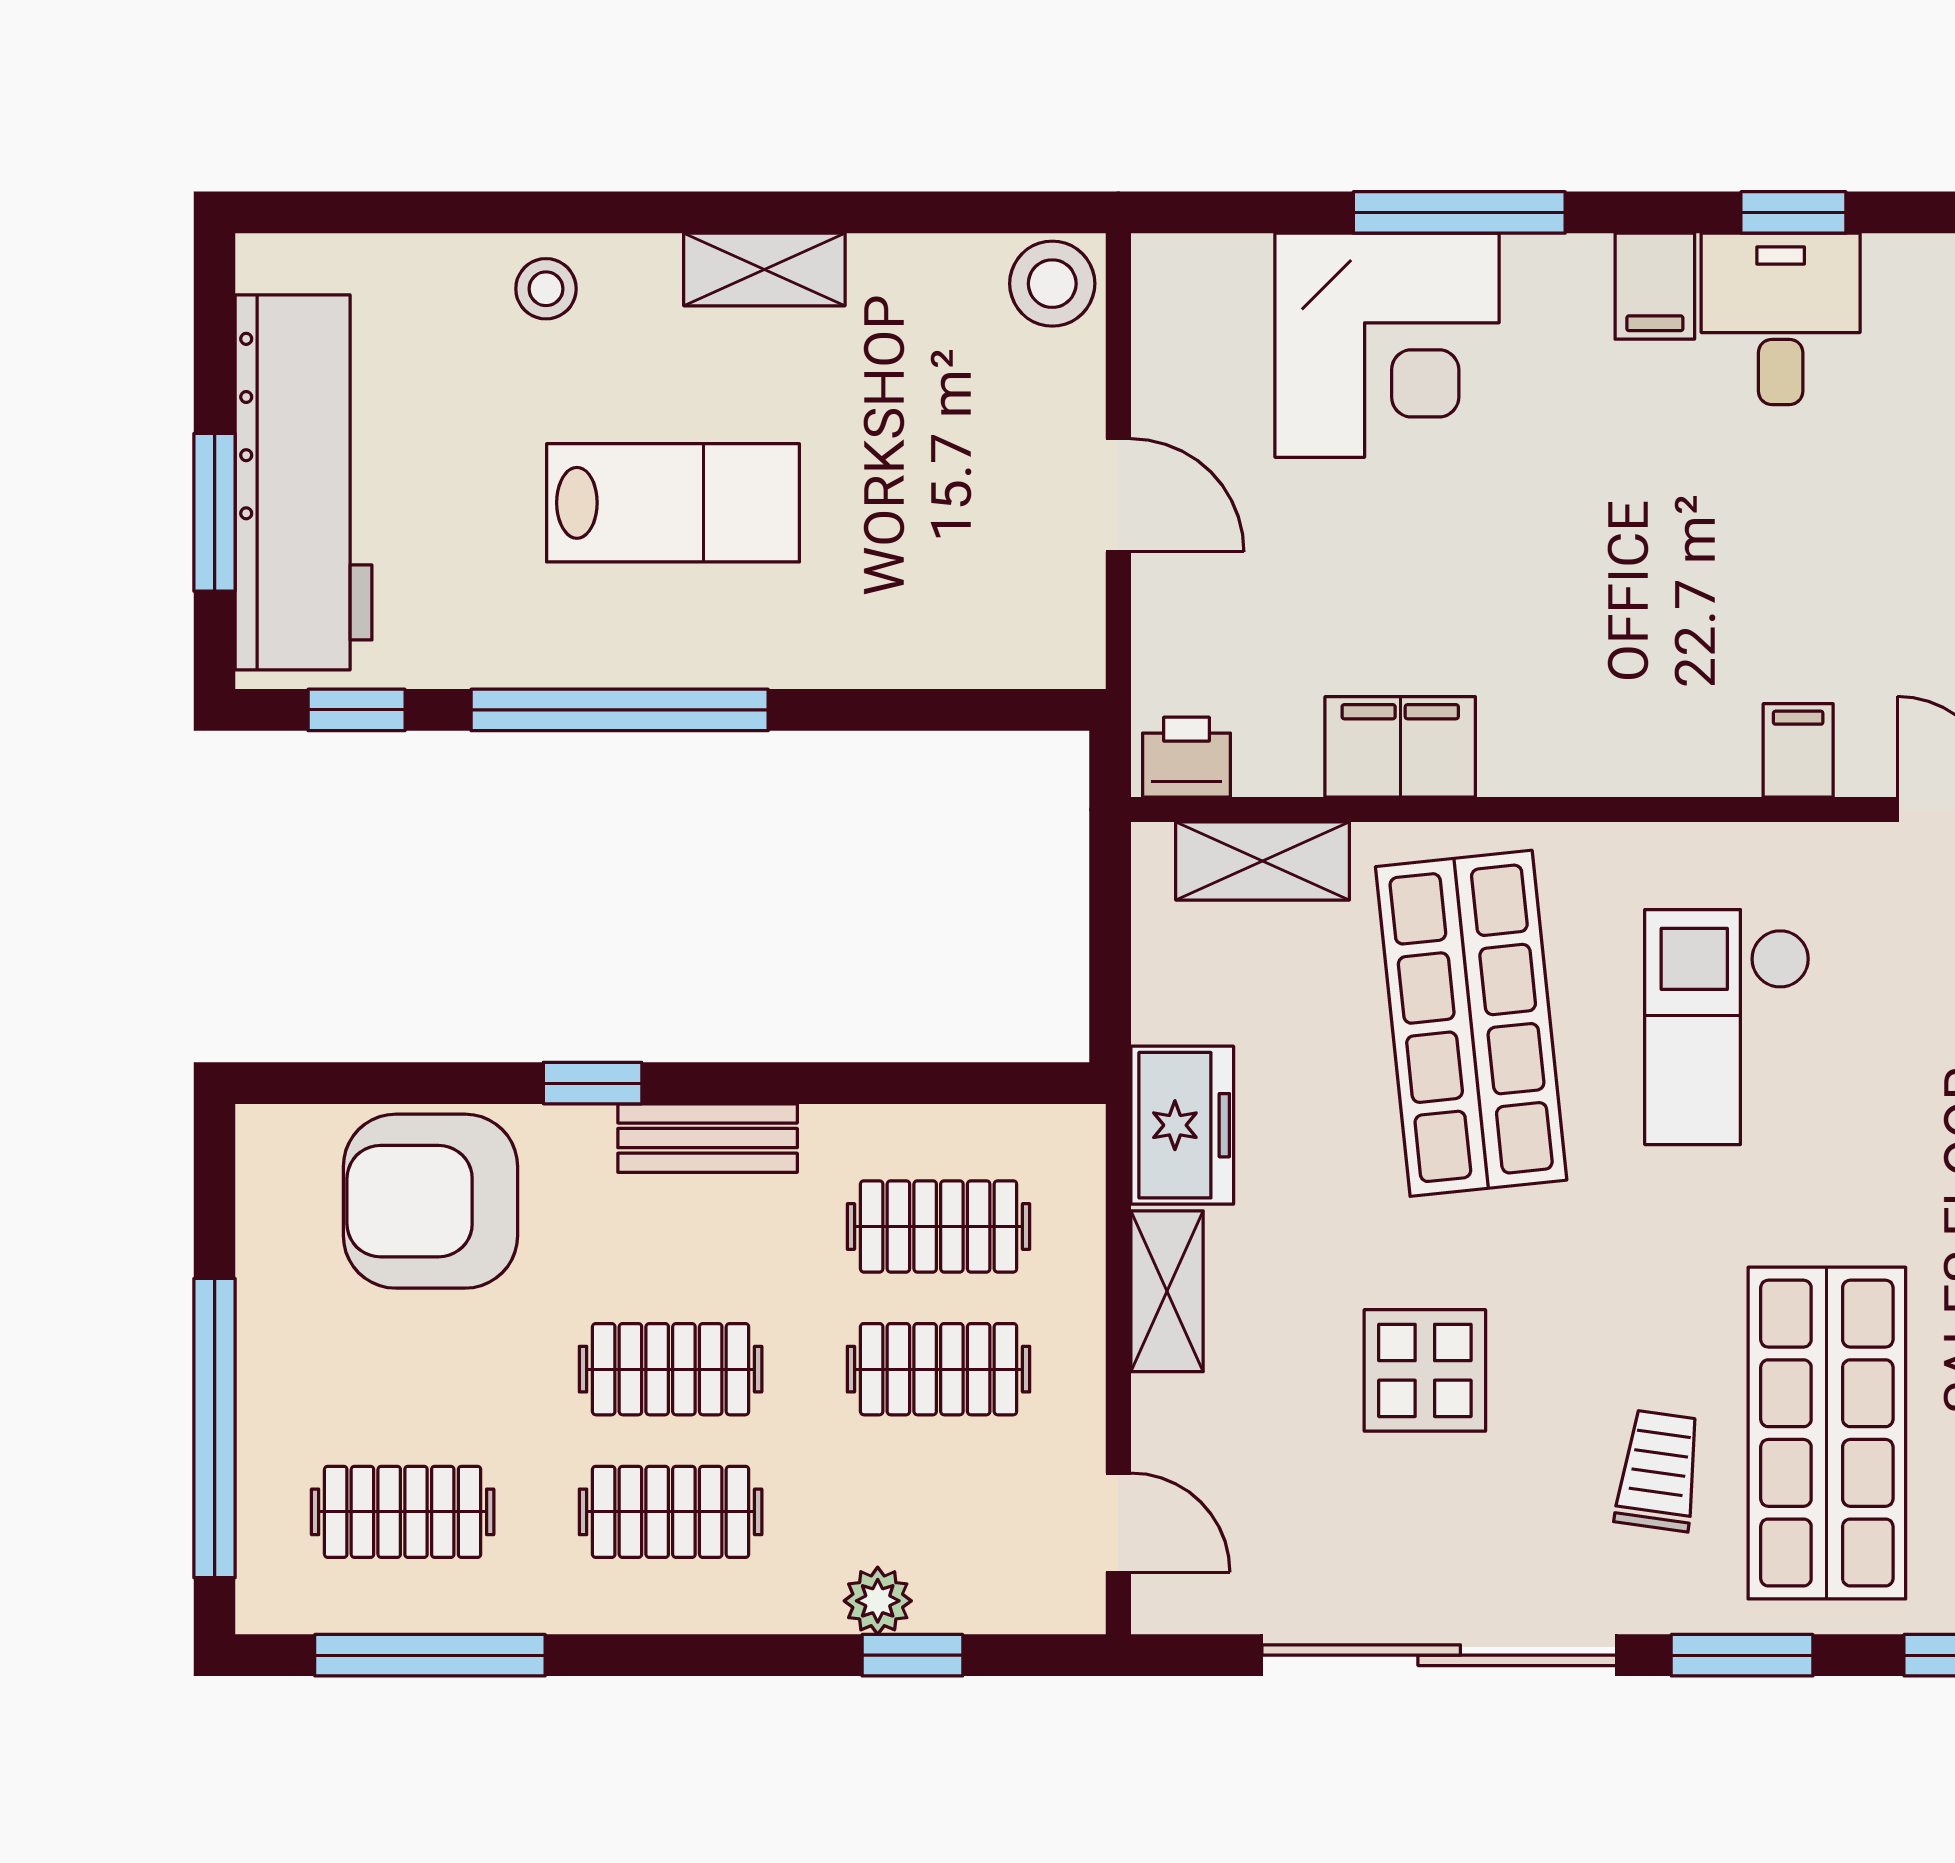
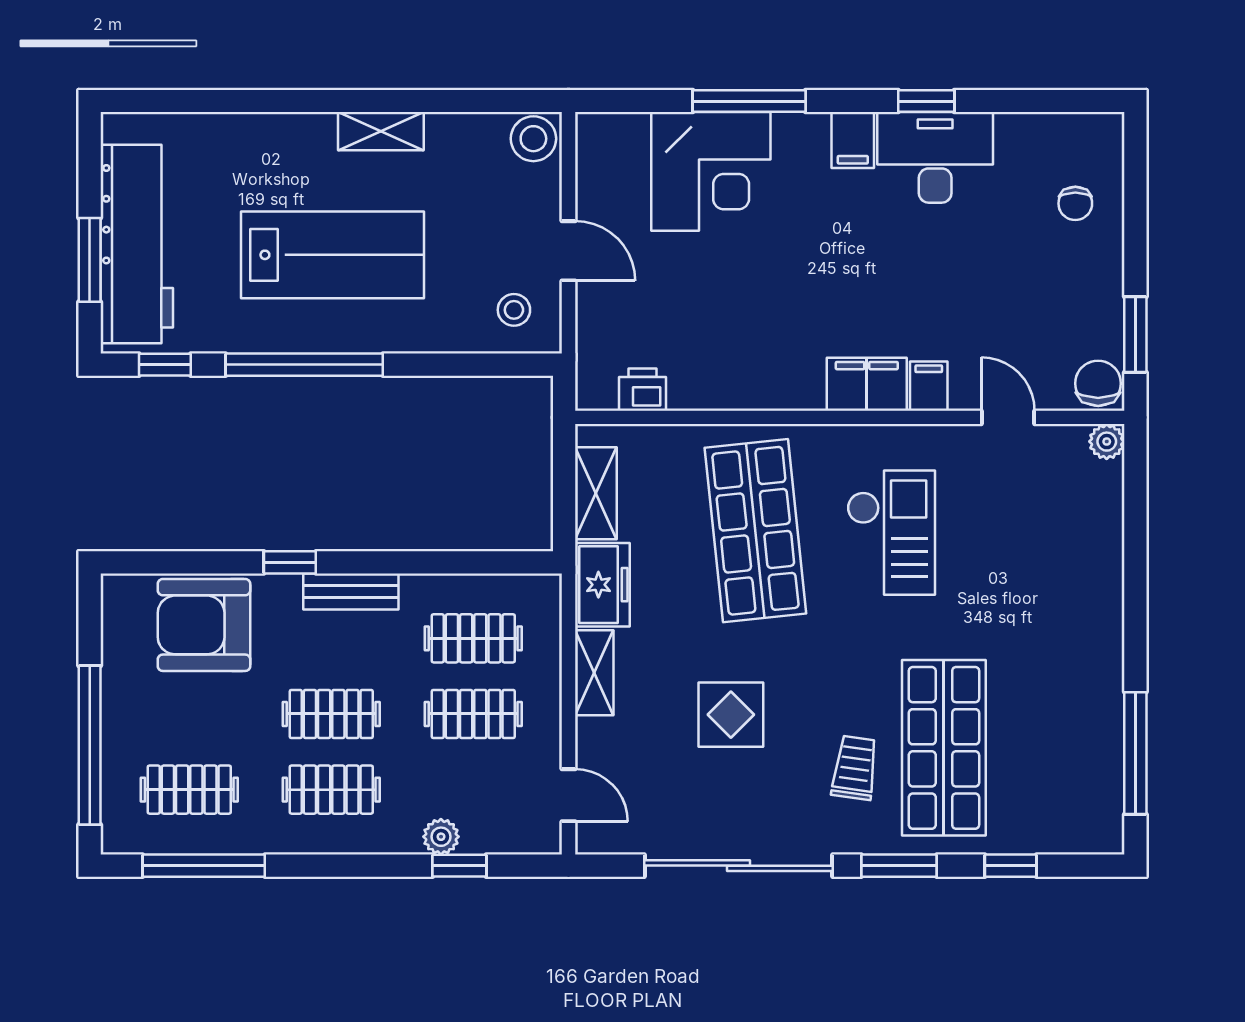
stool: (546, 289) -> (514, 310), moved
desk: (1781, 319) -> (935, 157), width x1.37
lab bench: (673, 503) -> (333, 255), width x1.36, depth x1.39
filing cabinet: (1400, 747) -> (867, 384), moved
printer: (1187, 757) -> (642, 390), moved
shelving: (1263, 861) -> (596, 493), moved, turned 90
checkout: (1727, 1027) -> (891, 533), turned 180

